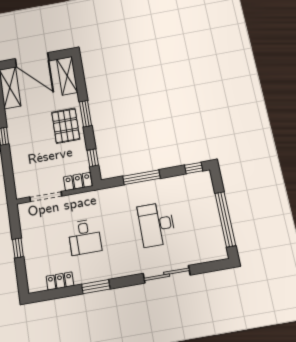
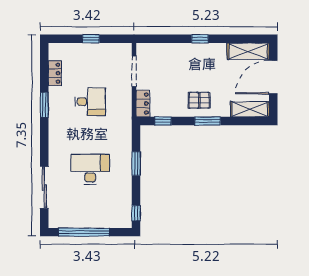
pallet: (66, 126) -> (199, 100), width x0.67, depth x0.71
window: (142, 177) -> (136, 163), width x0.69
desk: (85, 237) -> (90, 102), turned 180
sliding door: (167, 274) -> (44, 187), moved

